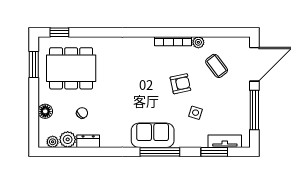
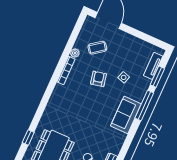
window: (59, 32) -> (28, 137), moved
window: (254, 110) -> (140, 35), removed
window: (160, 152) -> (144, 105), moved

